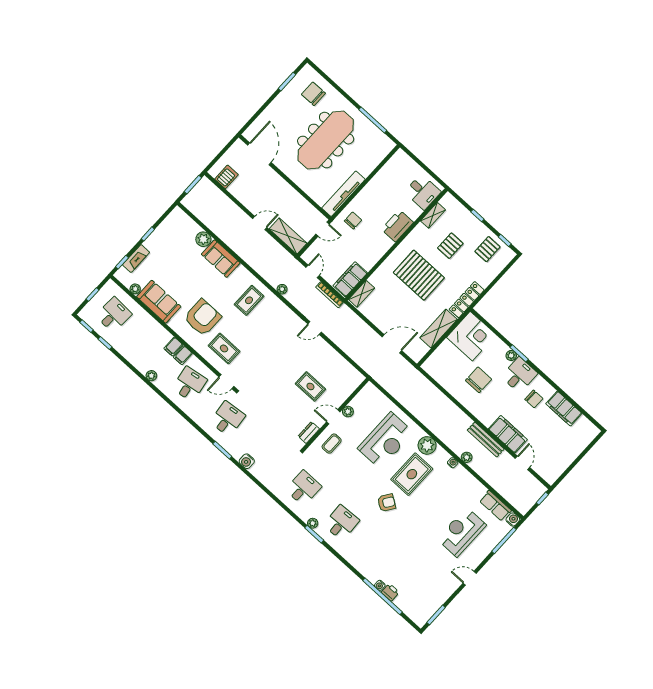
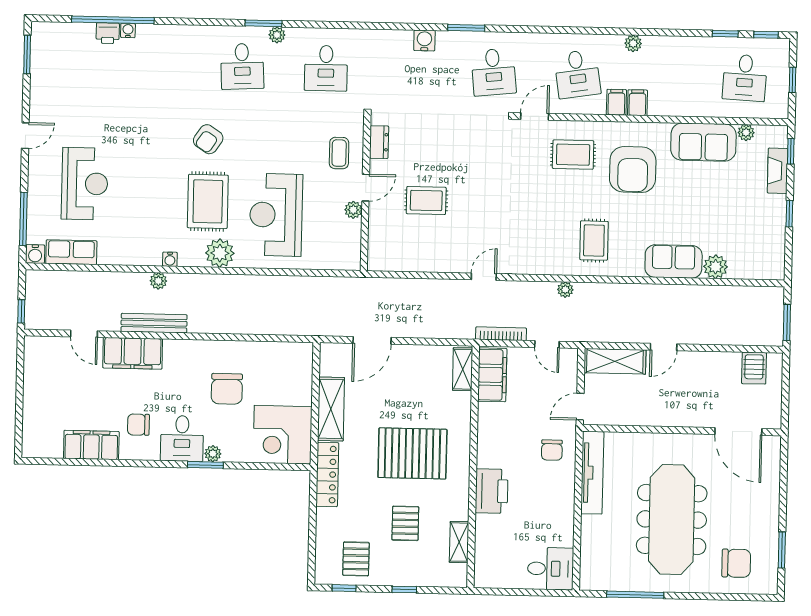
desk: (423, 192) -> (551, 569), moved, turned 180

